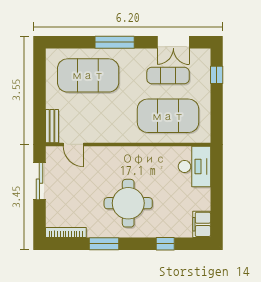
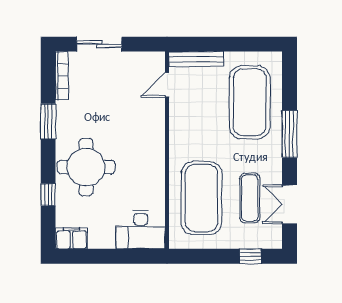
bench: (52, 126) -> (196, 59), width x1.36
sliding door: (39, 181) -> (99, 44), moved
round table: (128, 203) -> (86, 167), moved

